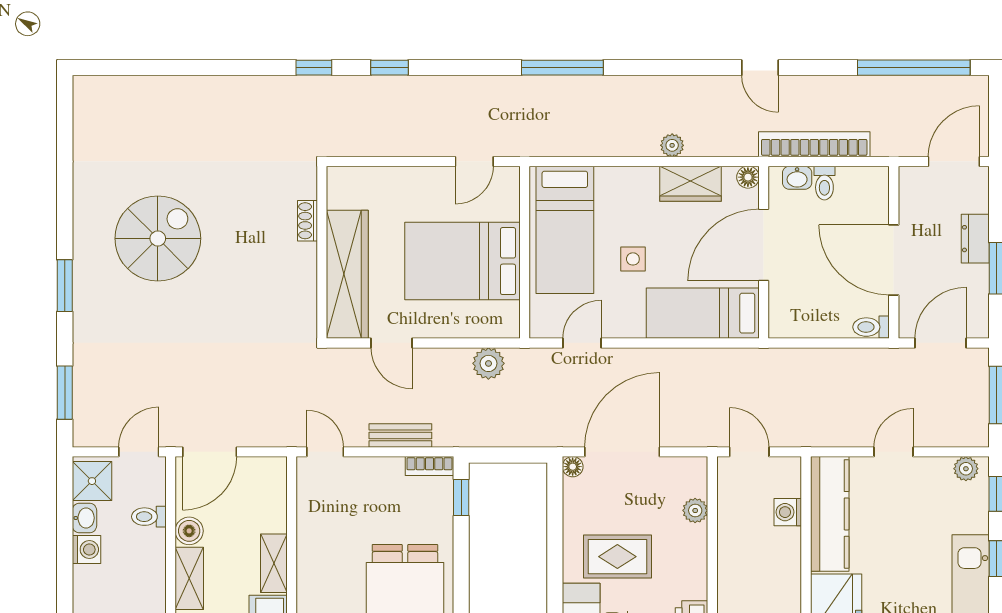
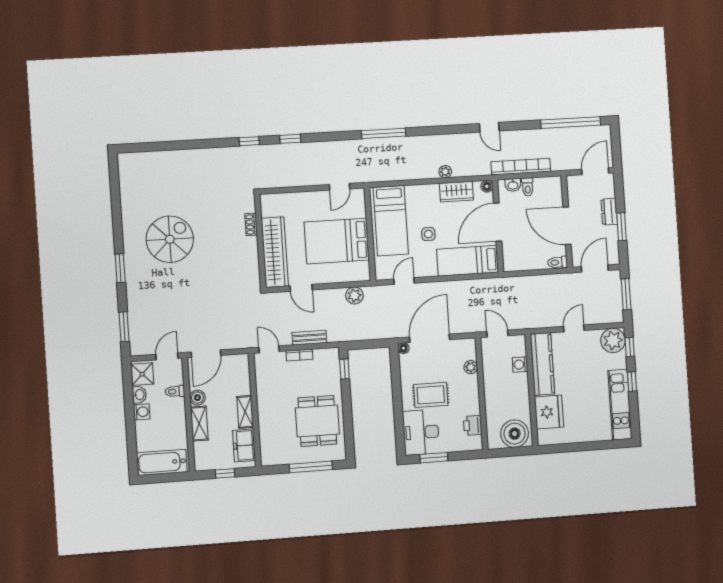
bookcase: (429, 466) -> (299, 355), moved
plant: (966, 469) -> (613, 340), width x1.88, depth x1.88

